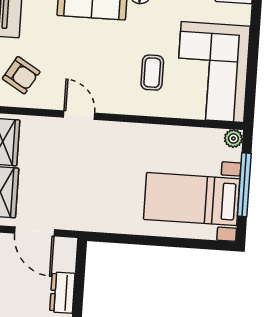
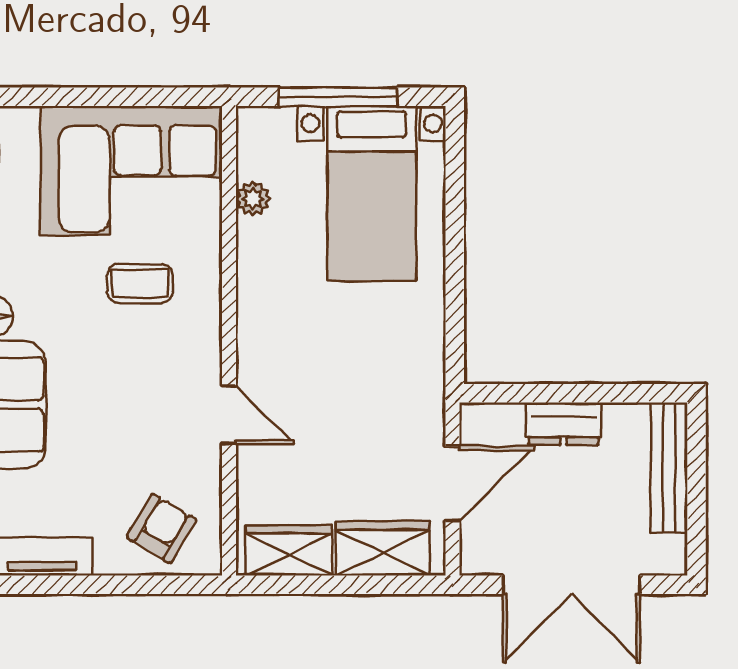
door: (79, 115) -> (229, 415), swing flipped
plant: (233, 138) -> (253, 199), moved

